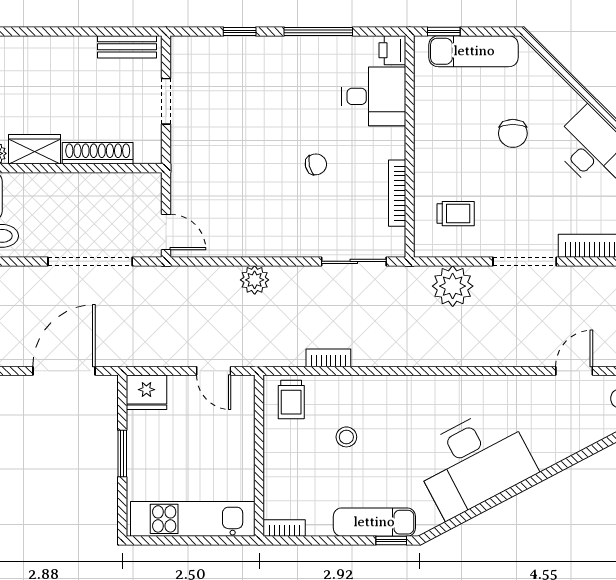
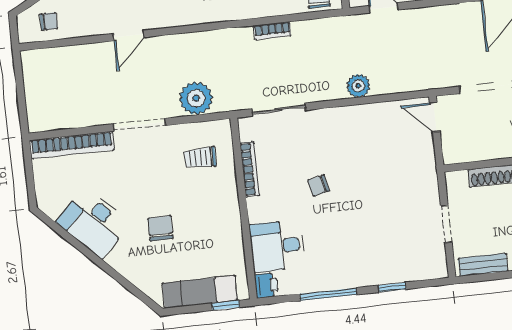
bookcase: (328, 358) -> (272, 31), moved
door: (574, 371) -> (129, 36), moved

